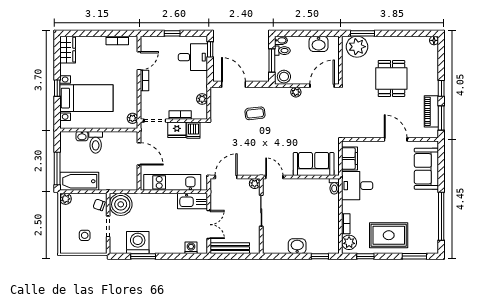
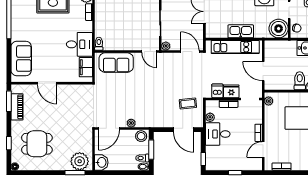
washbasin: (319, 44) -> (101, 162), moved, turned 90
desk: (193, 57) -> (218, 134), moved
dining table: (391, 79) -> (37, 144), moved, turned 90
window: (441, 88) -> (9, 143), moved
coffee table: (255, 113) -> (188, 103), moved
door: (226, 177) -> (190, 52), swing flipped
kitchen sink: (193, 201) -> (241, 31), moved

